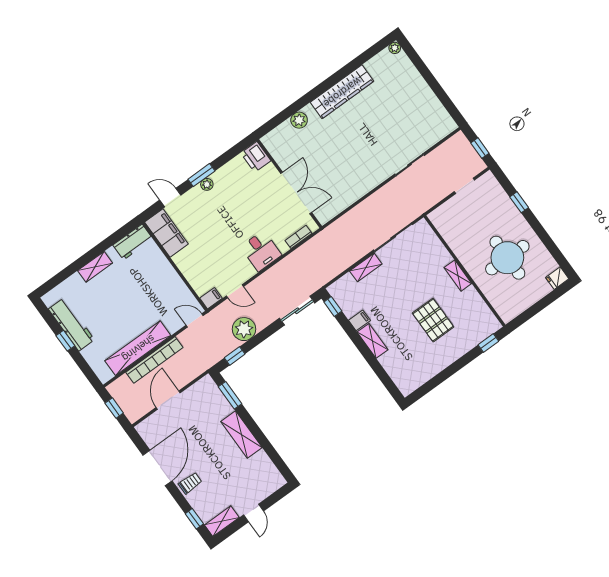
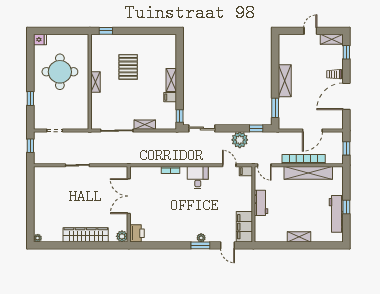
printer: (256, 157) -> (137, 233), moved
wall: (289, 184) -> (129, 204), moved
double door: (296, 193) -> (129, 196), moved
workbench: (133, 242) -> (261, 203), moved, turned 90

